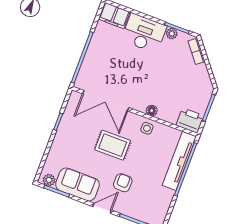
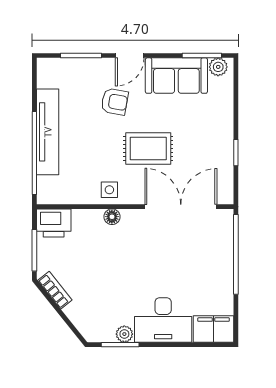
bookcase: (197, 51) -> (55, 290), moved
tv unit: (179, 161) -> (48, 132), moved
armchair: (123, 183) -> (115, 102), turned -80

